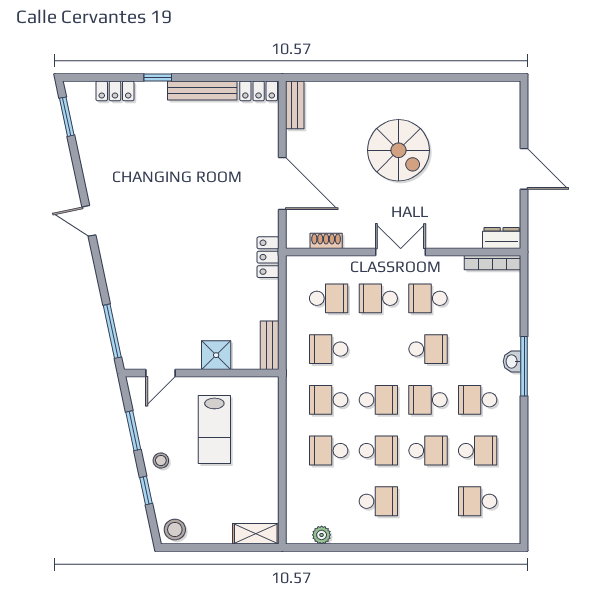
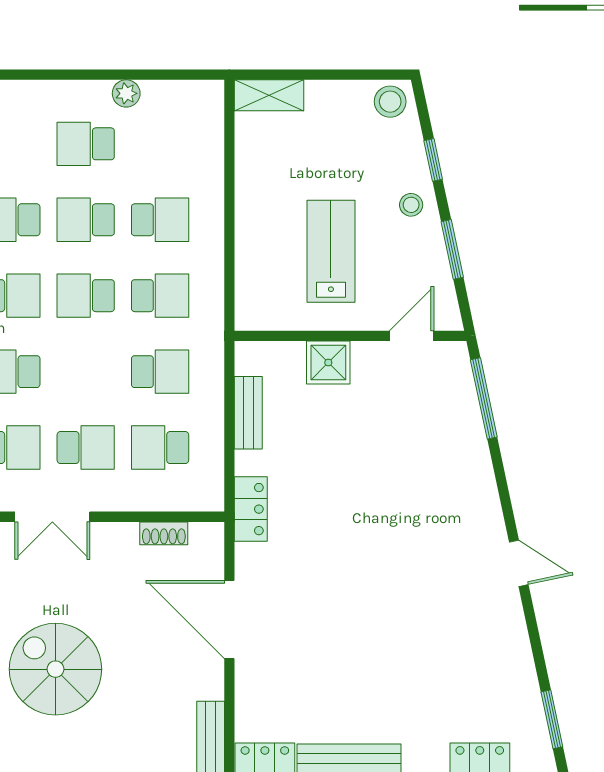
bench: (270, 345) -> (248, 413), moved
plant: (322, 535) -> (126, 93), moved

